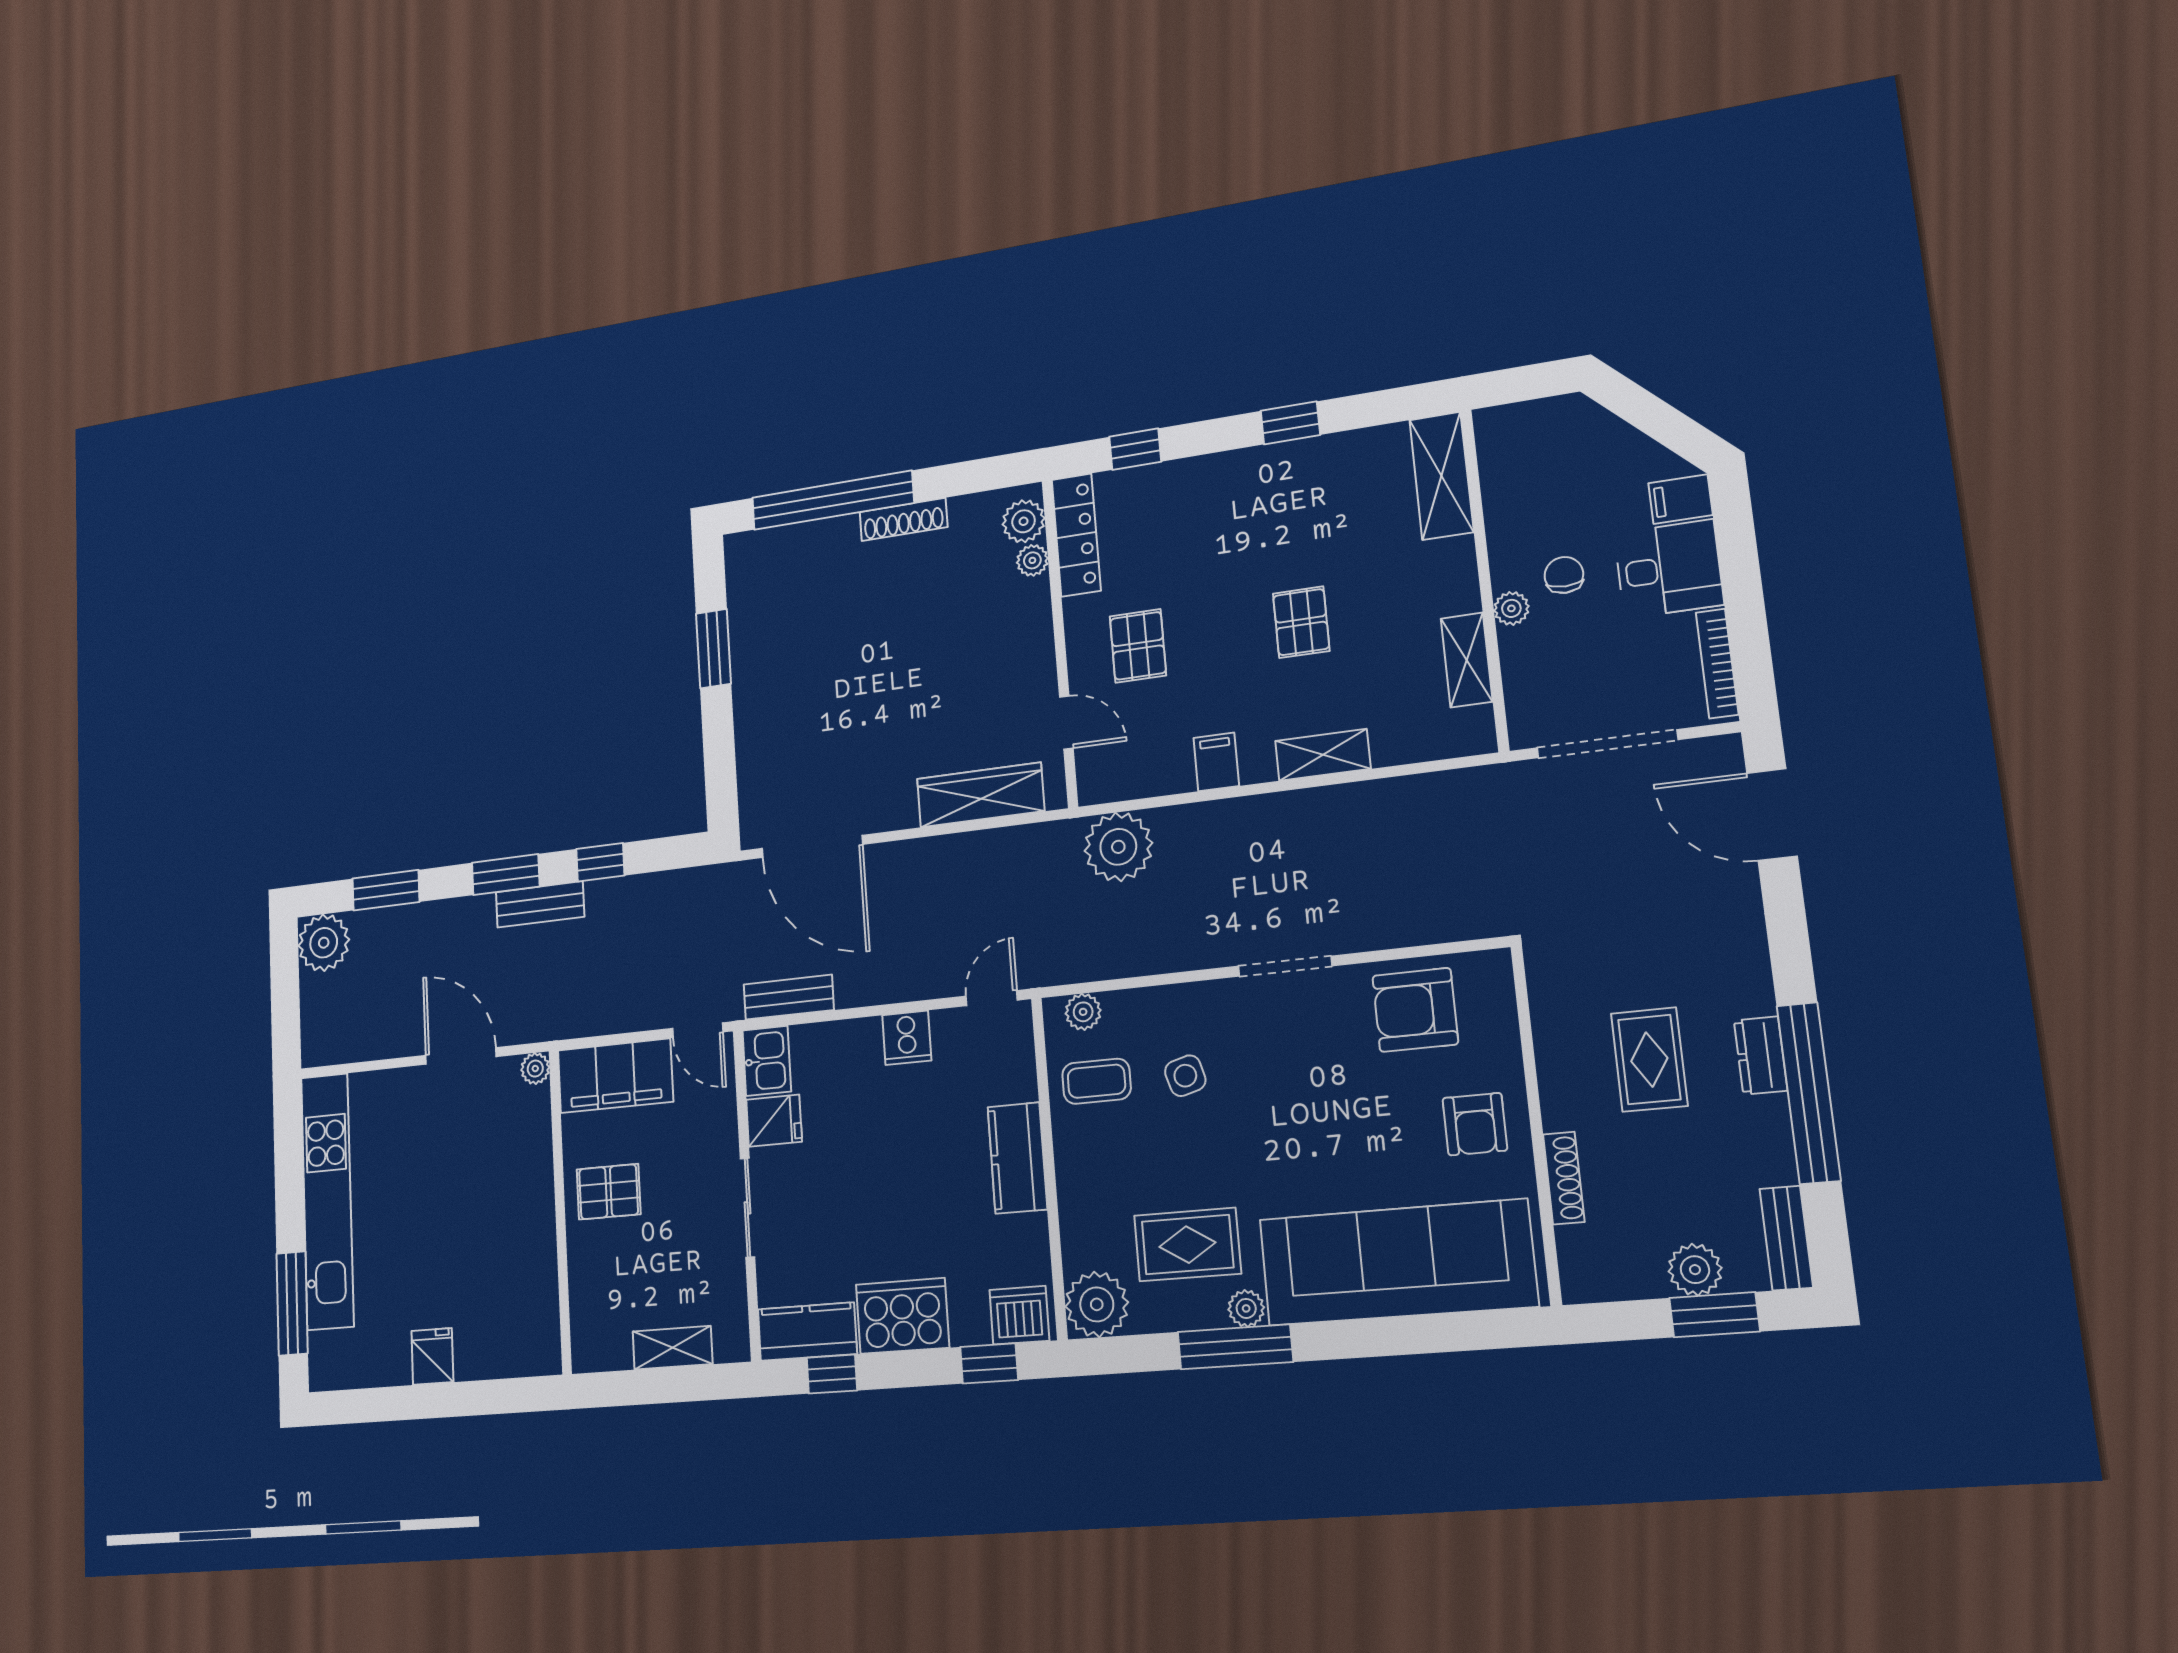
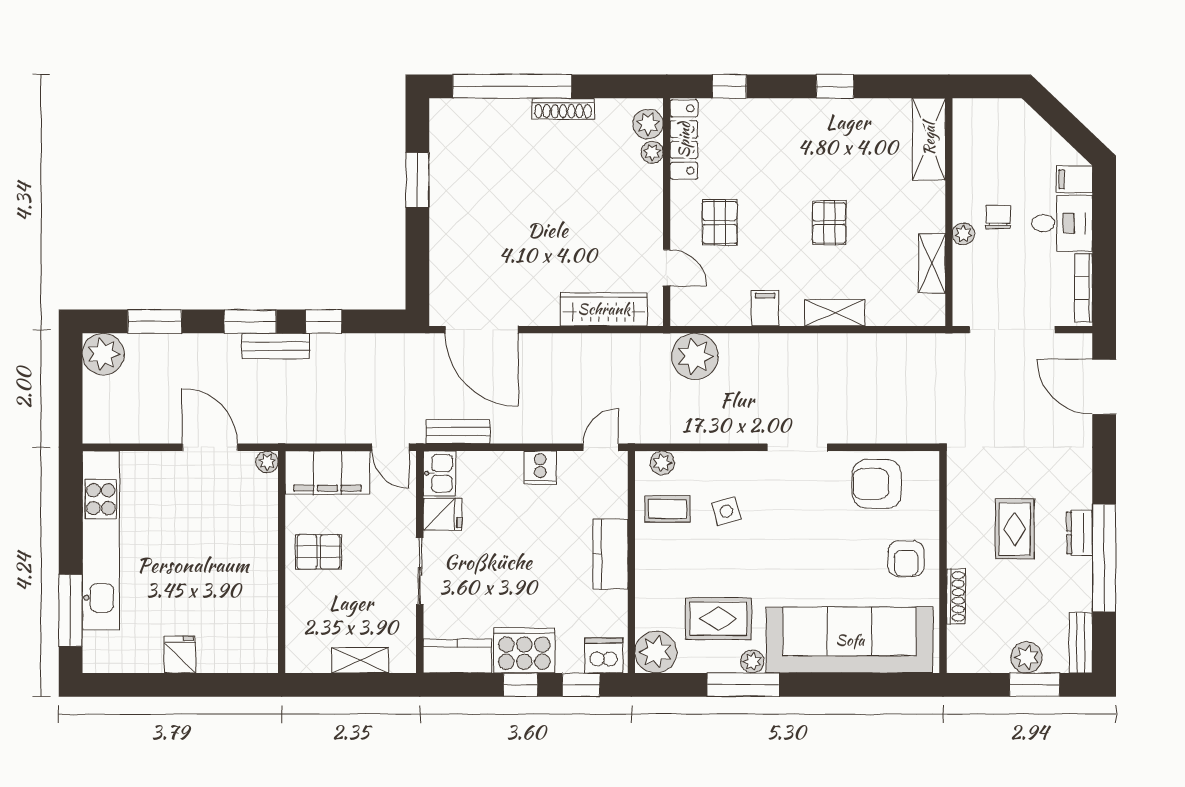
window: (832, 1374) -> (520, 685), moved

